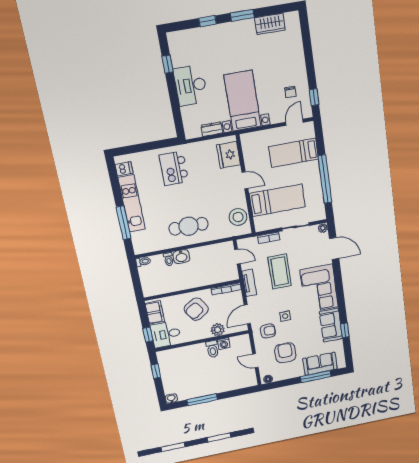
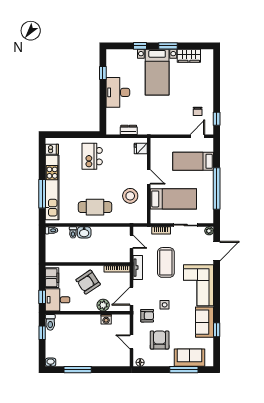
bed with nightstands: (243, 101) -> (157, 72), moved, turned 180
fridge: (229, 155) -> (141, 149), width x0.53, depth x0.75
kitchen unit: (132, 203) -> (52, 188), width x1.36
stool: (238, 217) -> (130, 196), moved
door: (334, 248) -> (217, 251), hinge flipped
toilet: (213, 349) -> (50, 322), moved

